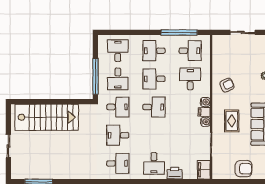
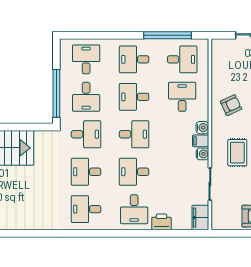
desk: (154, 135) -> (134, 172), added
desk: (118, 163) -> (86, 209), turned 180

